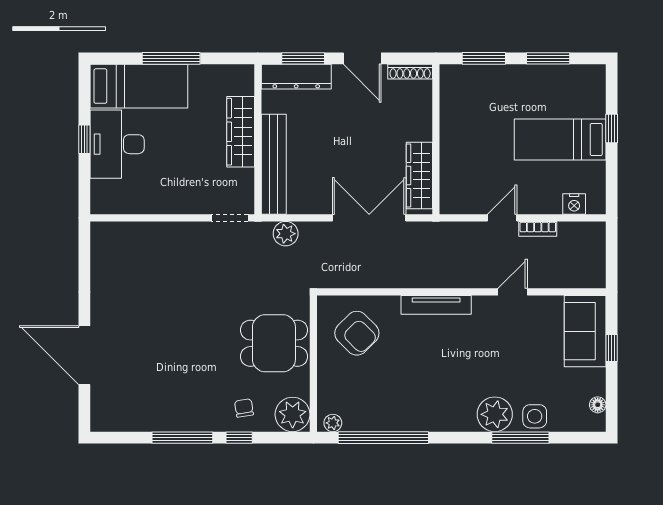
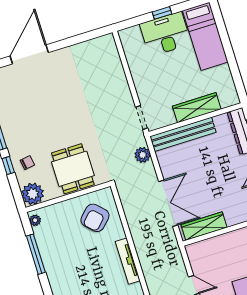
window: (171, 58) -> (229, 51), removed
window: (383, 438) -> (36, 254), width x0.68

